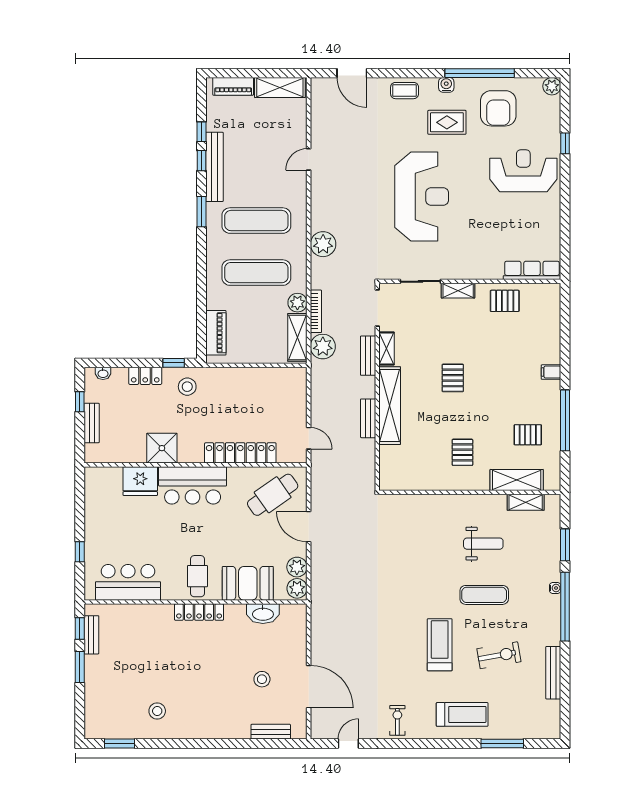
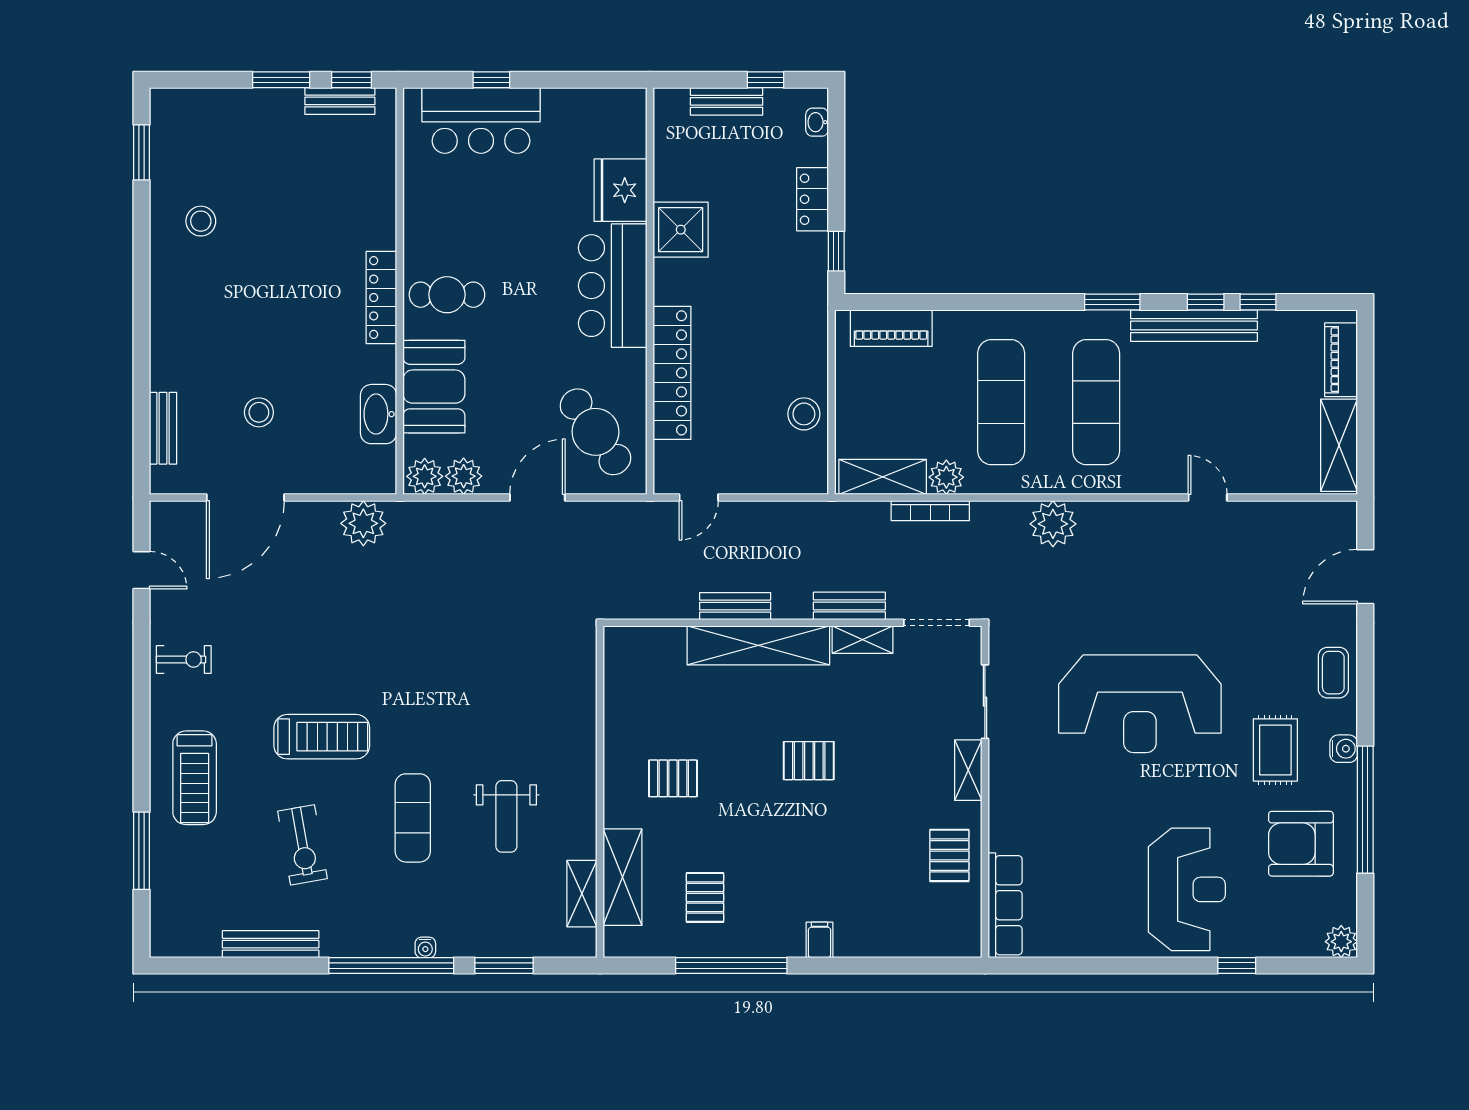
plant: (323, 347) -> (363, 523), moved
stool: (187, 387) -> (804, 414), moved
bar counter: (128, 582) -> (481, 120), moved, turned 90

